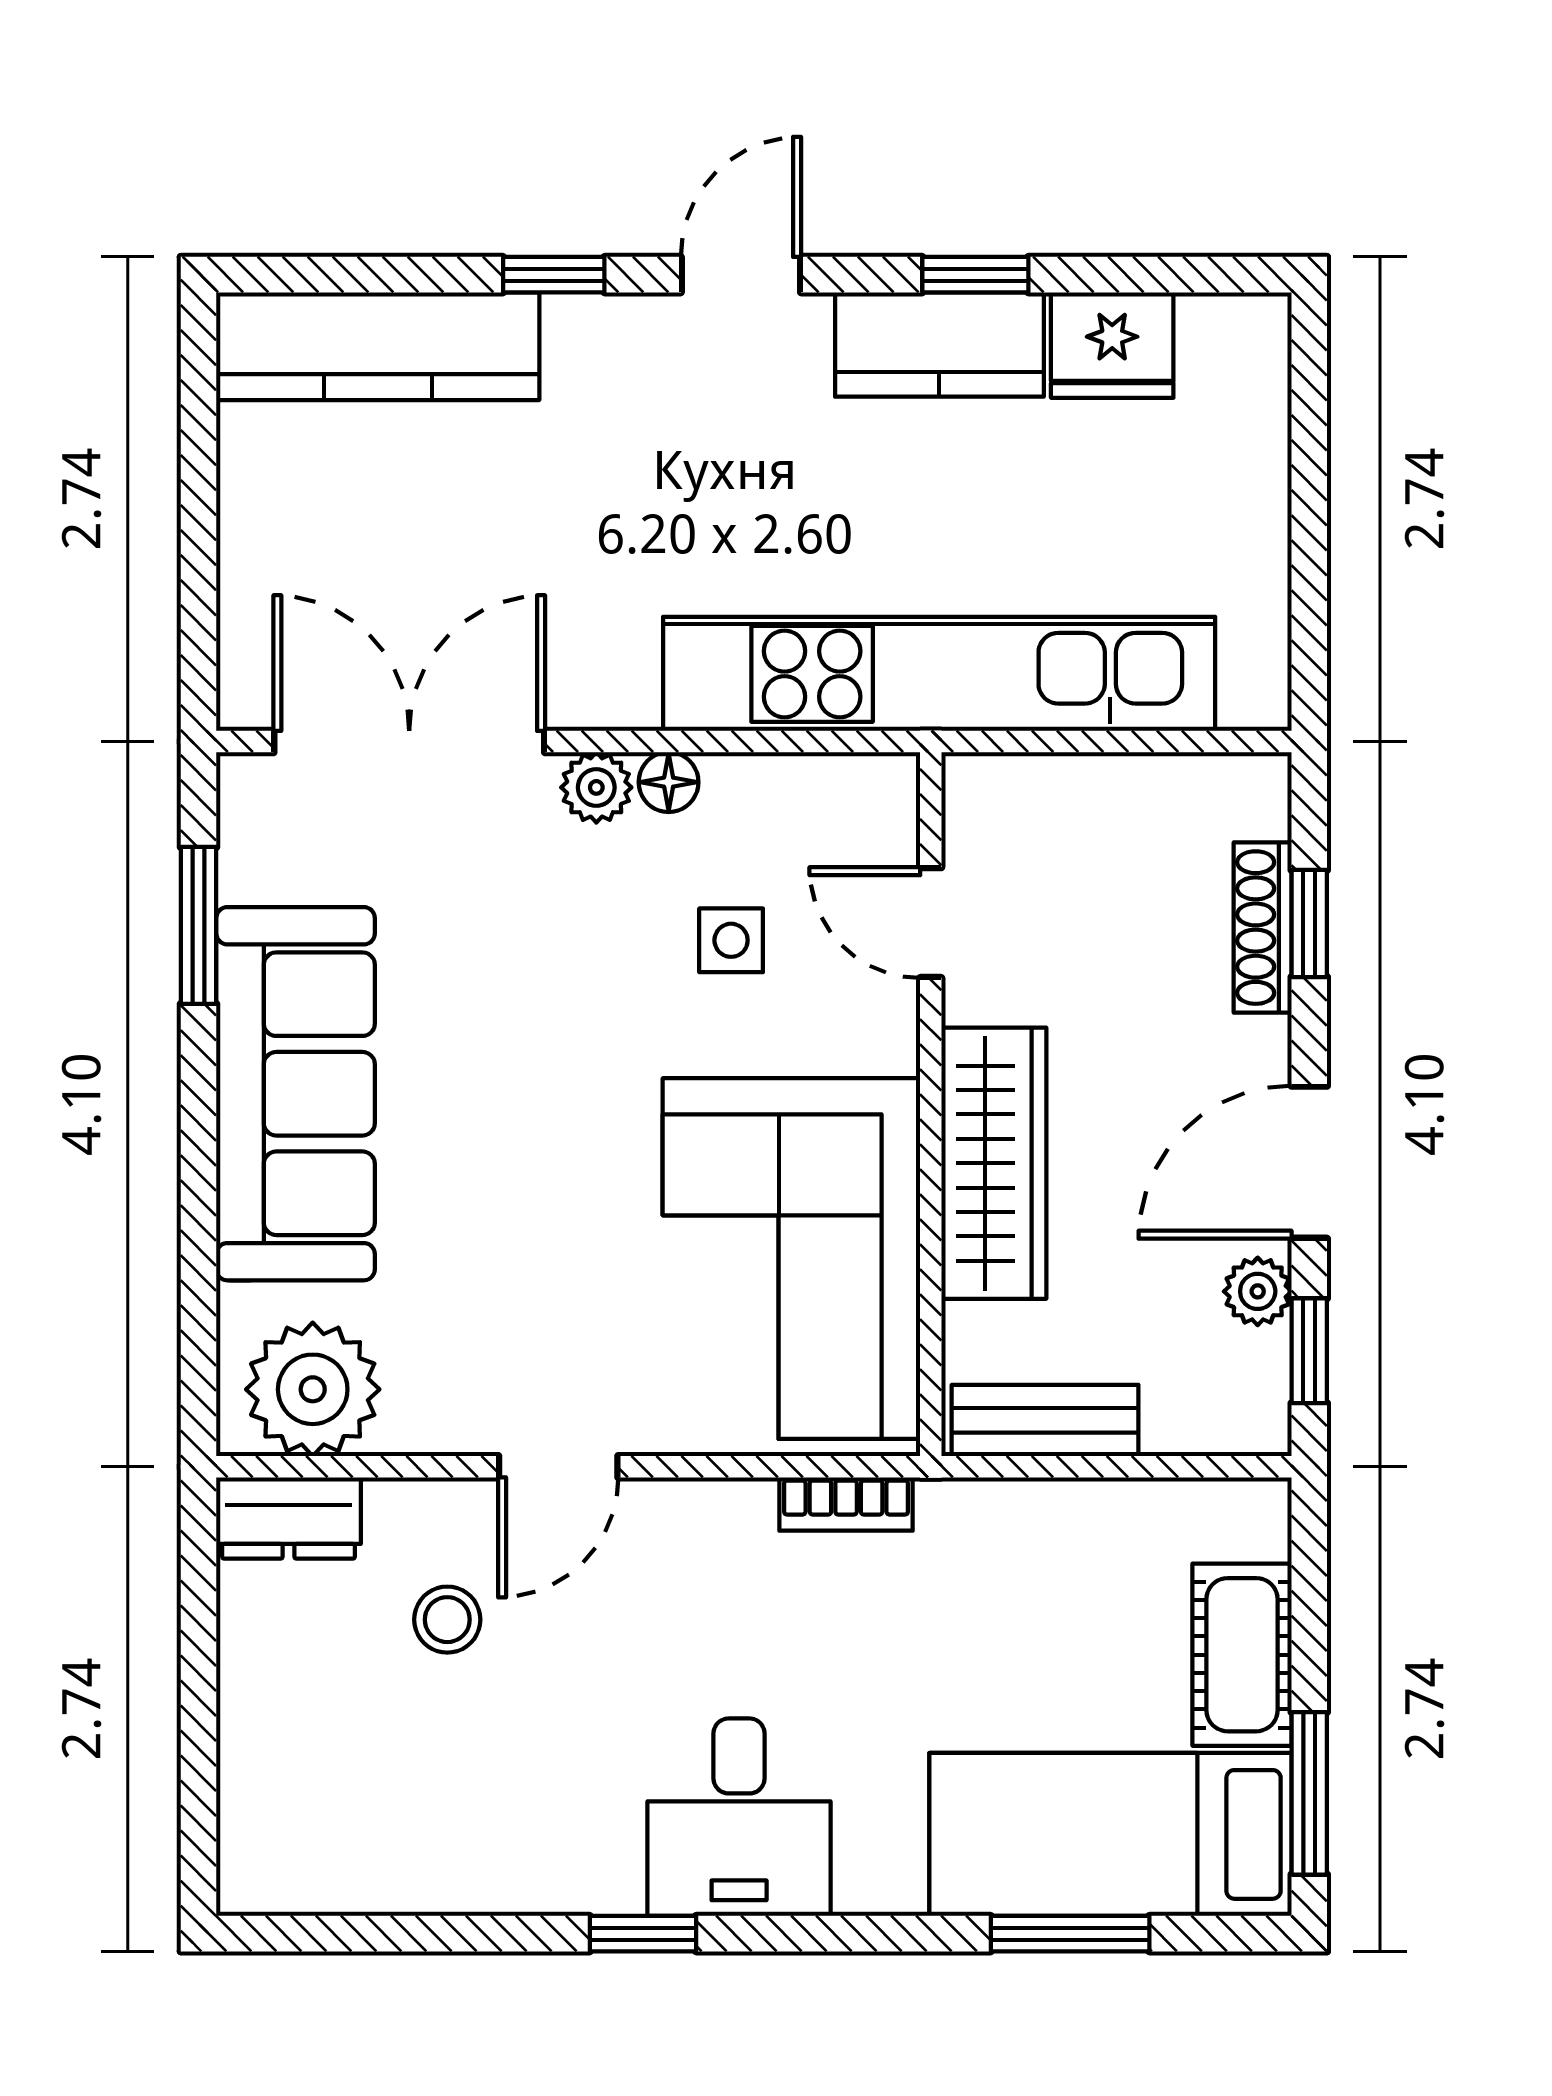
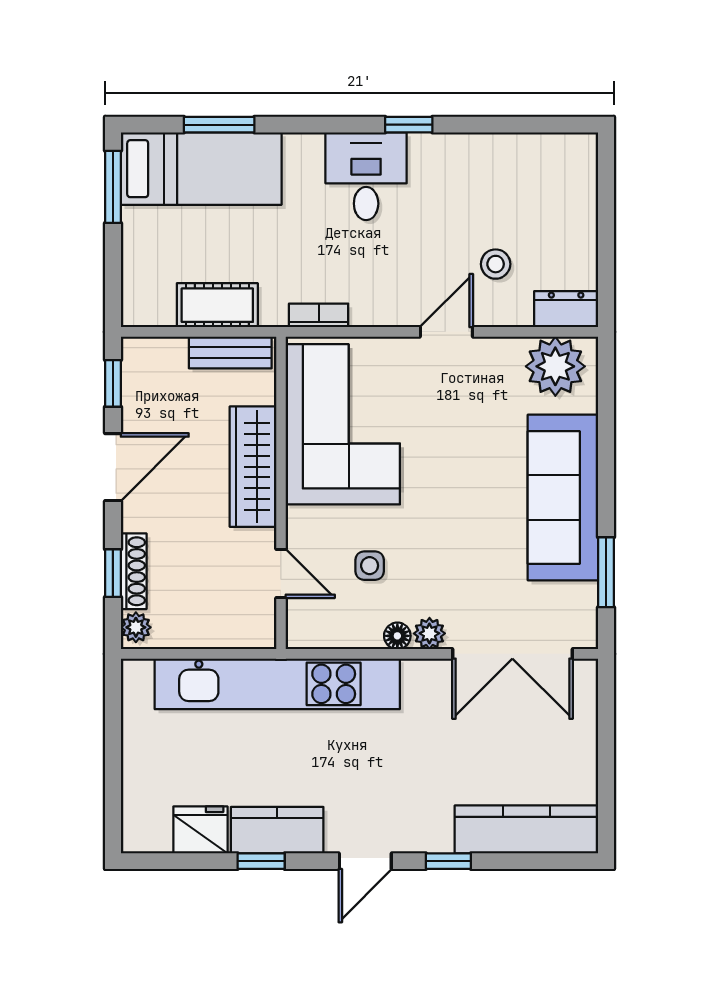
plant: (1258, 1291) -> (136, 627), moved
cot: (1242, 1655) -> (217, 305), moved, turned 90

